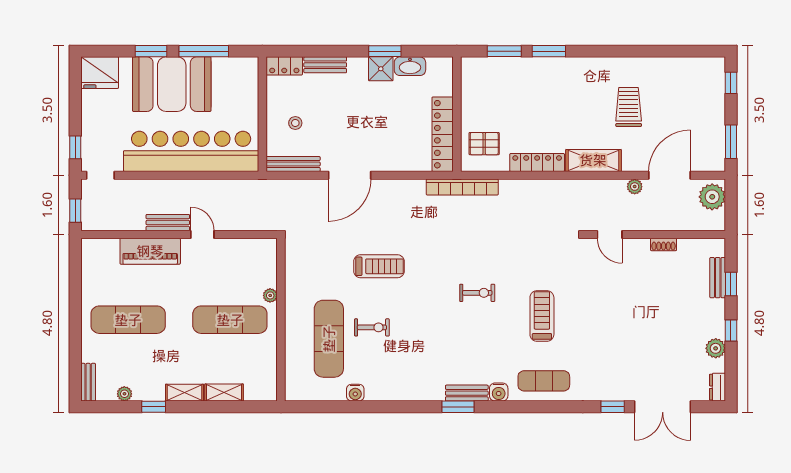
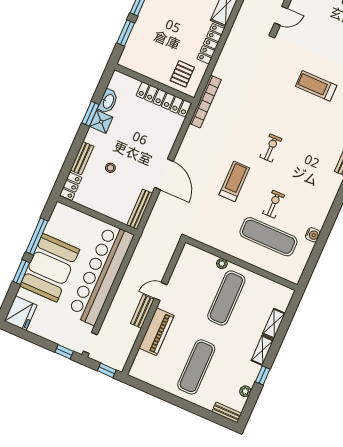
stool: (295, 123) -> (110, 168), moved
exercise bike: (477, 293) -> (271, 148), moved

